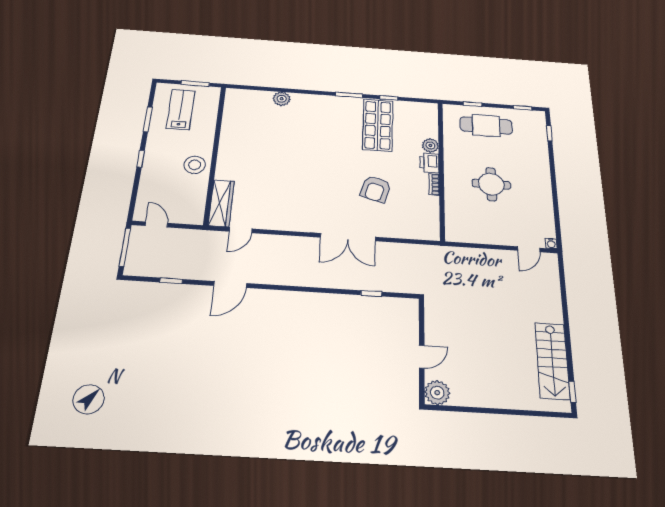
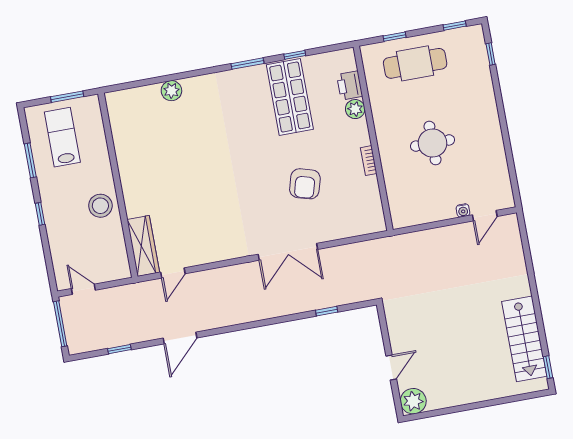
printer: (429, 163) -> (350, 85), moved
water cooler: (551, 243) -> (463, 210), moved

